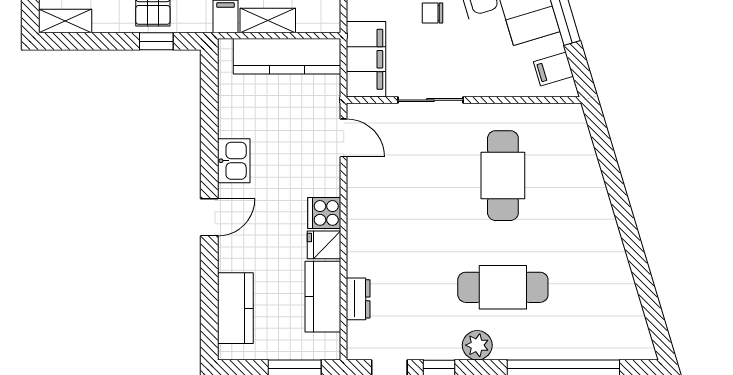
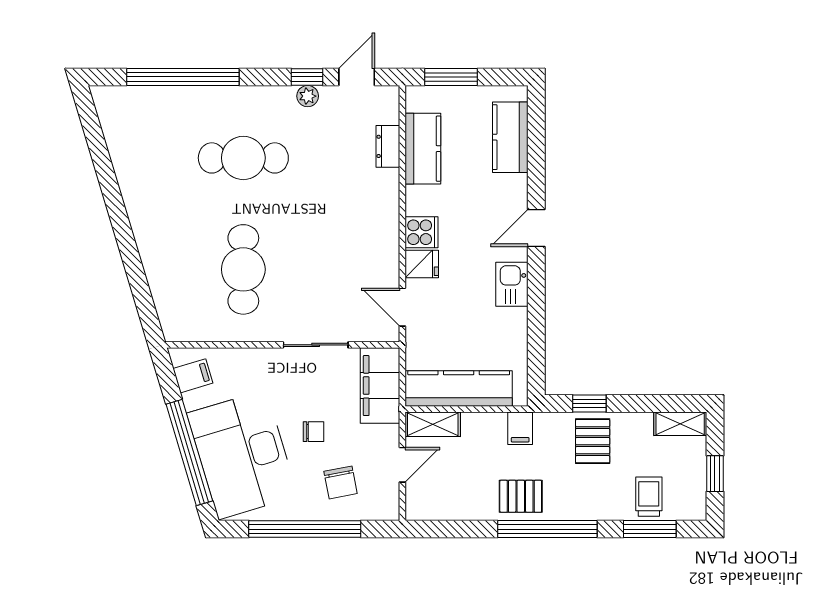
shelving: (268, 20) -> (433, 424), moved
fridge: (324, 245) -> (422, 264), moved
plant: (477, 345) -> (308, 96), moved, width x0.73, depth x0.73

